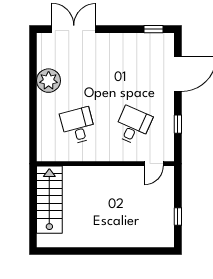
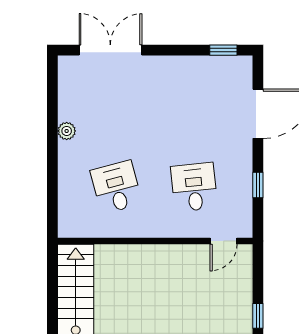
plant: (49, 81) -> (67, 131), width x0.53, depth x0.53
desk: (133, 126) -> (194, 187), turned -30

